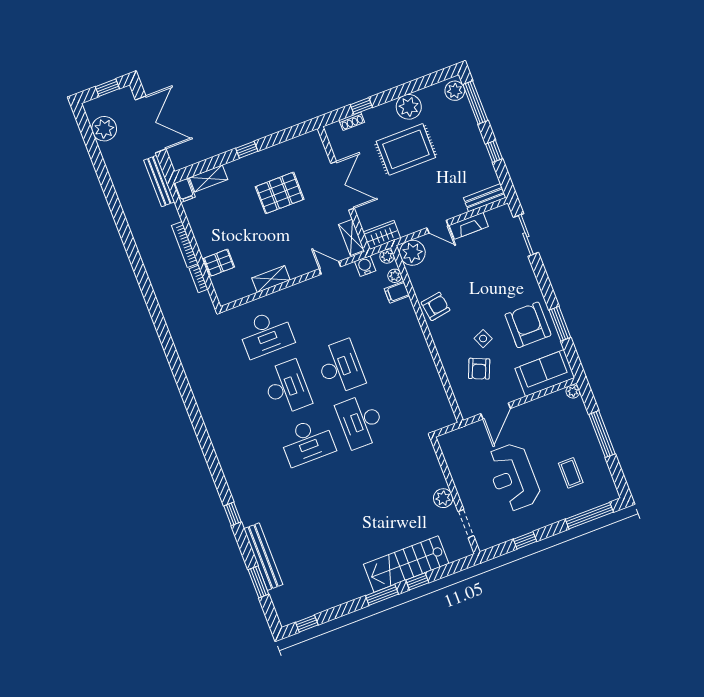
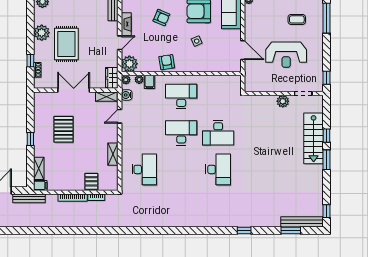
armchair: (479, 369) -> (161, 18), moved
desk: (287, 388) -> (181, 96), moved
window: (525, 540) -> (327, 78), moved
bench: (263, 557) -> (302, 222), moved

